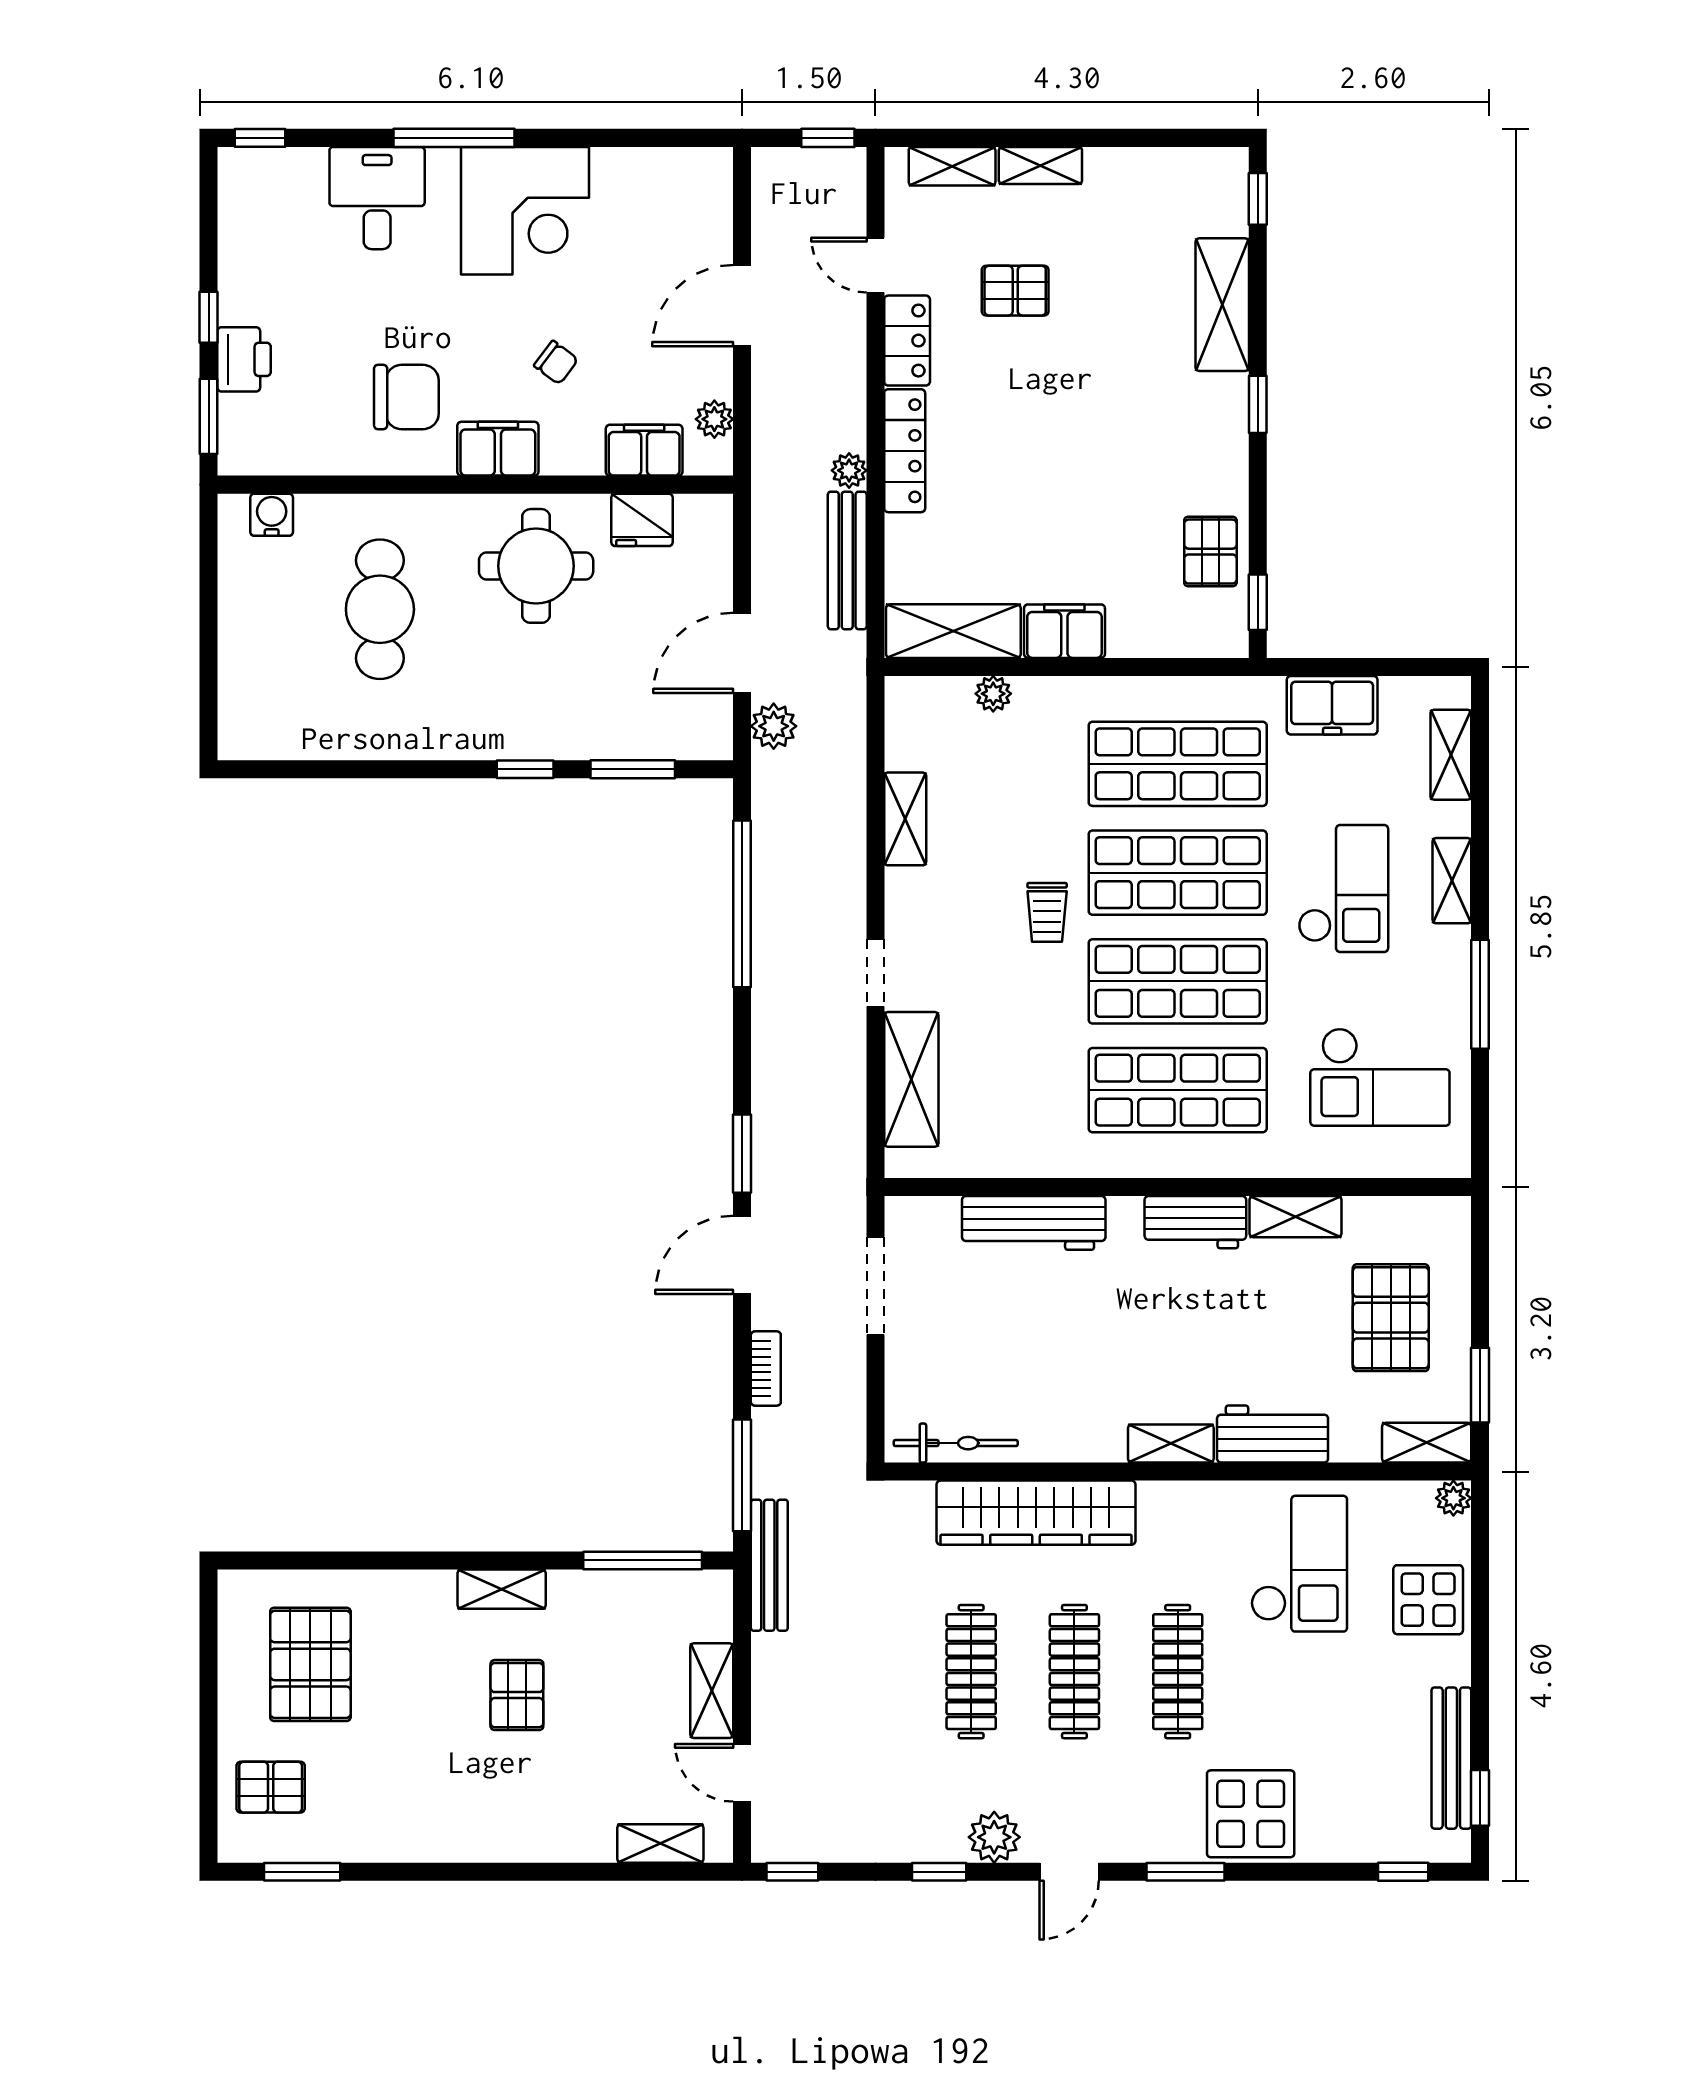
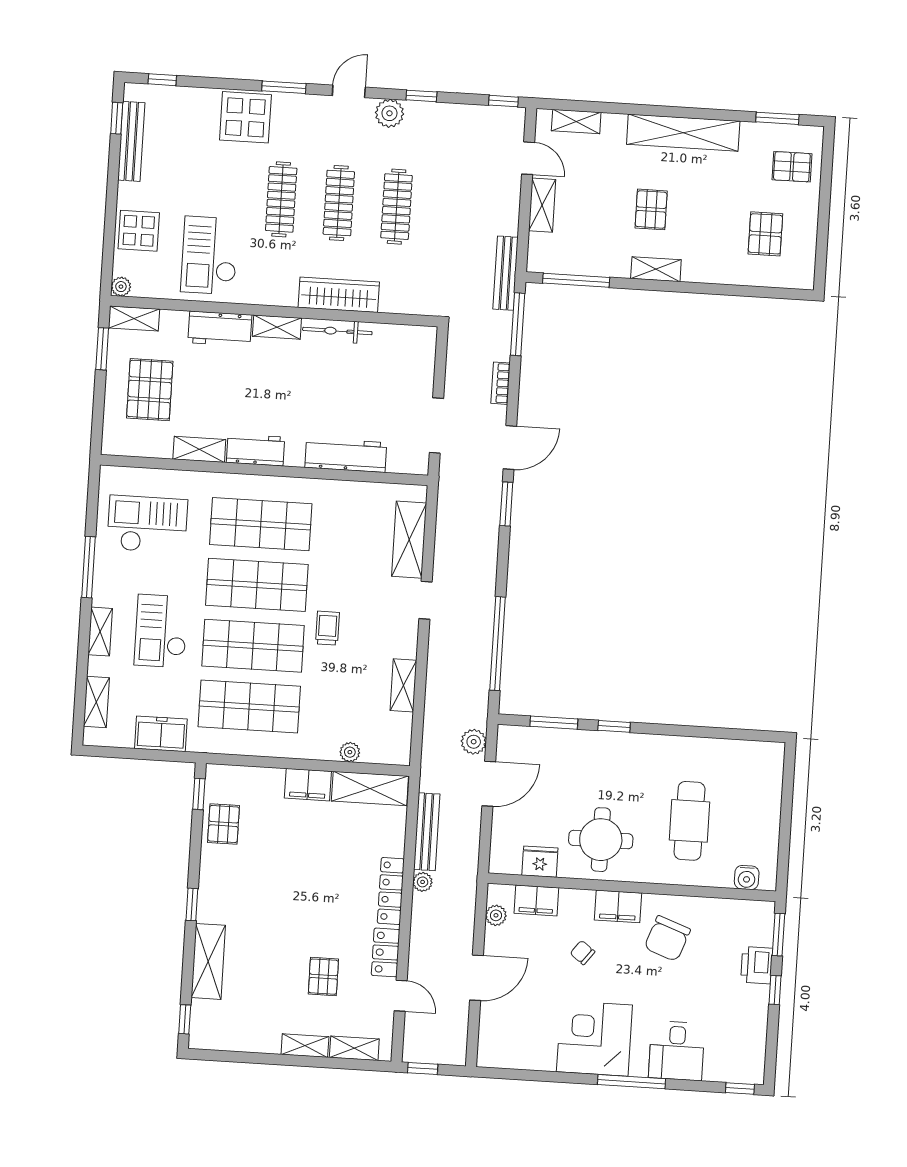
pallet: (1015, 291) -> (323, 977), turned 90
chair: (406, 397) -> (667, 939), turned -70
bicycle: (956, 1443) -> (337, 331), moved
wardrobe: (1036, 1513) -> (339, 295), width x0.71, depth x0.85
pallet: (310, 1664) -> (765, 234), width x0.67, depth x0.71
shelving: (468, 1836) -> (683, 133), added

